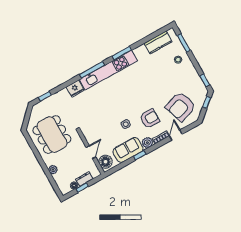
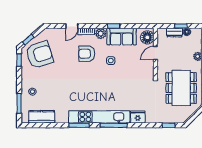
armchair: (181, 106) -> (39, 55), moved

